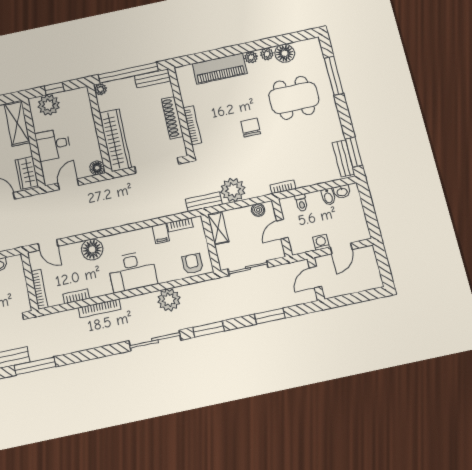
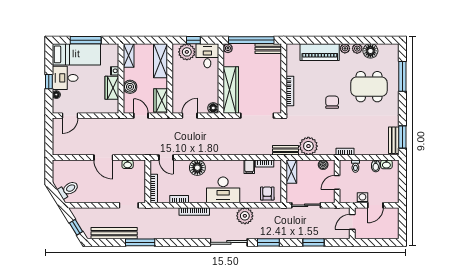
shoe rack: (172, 118) -> (276, 82), removed
desk: (53, 144) -> (207, 56), moved, turned 90

